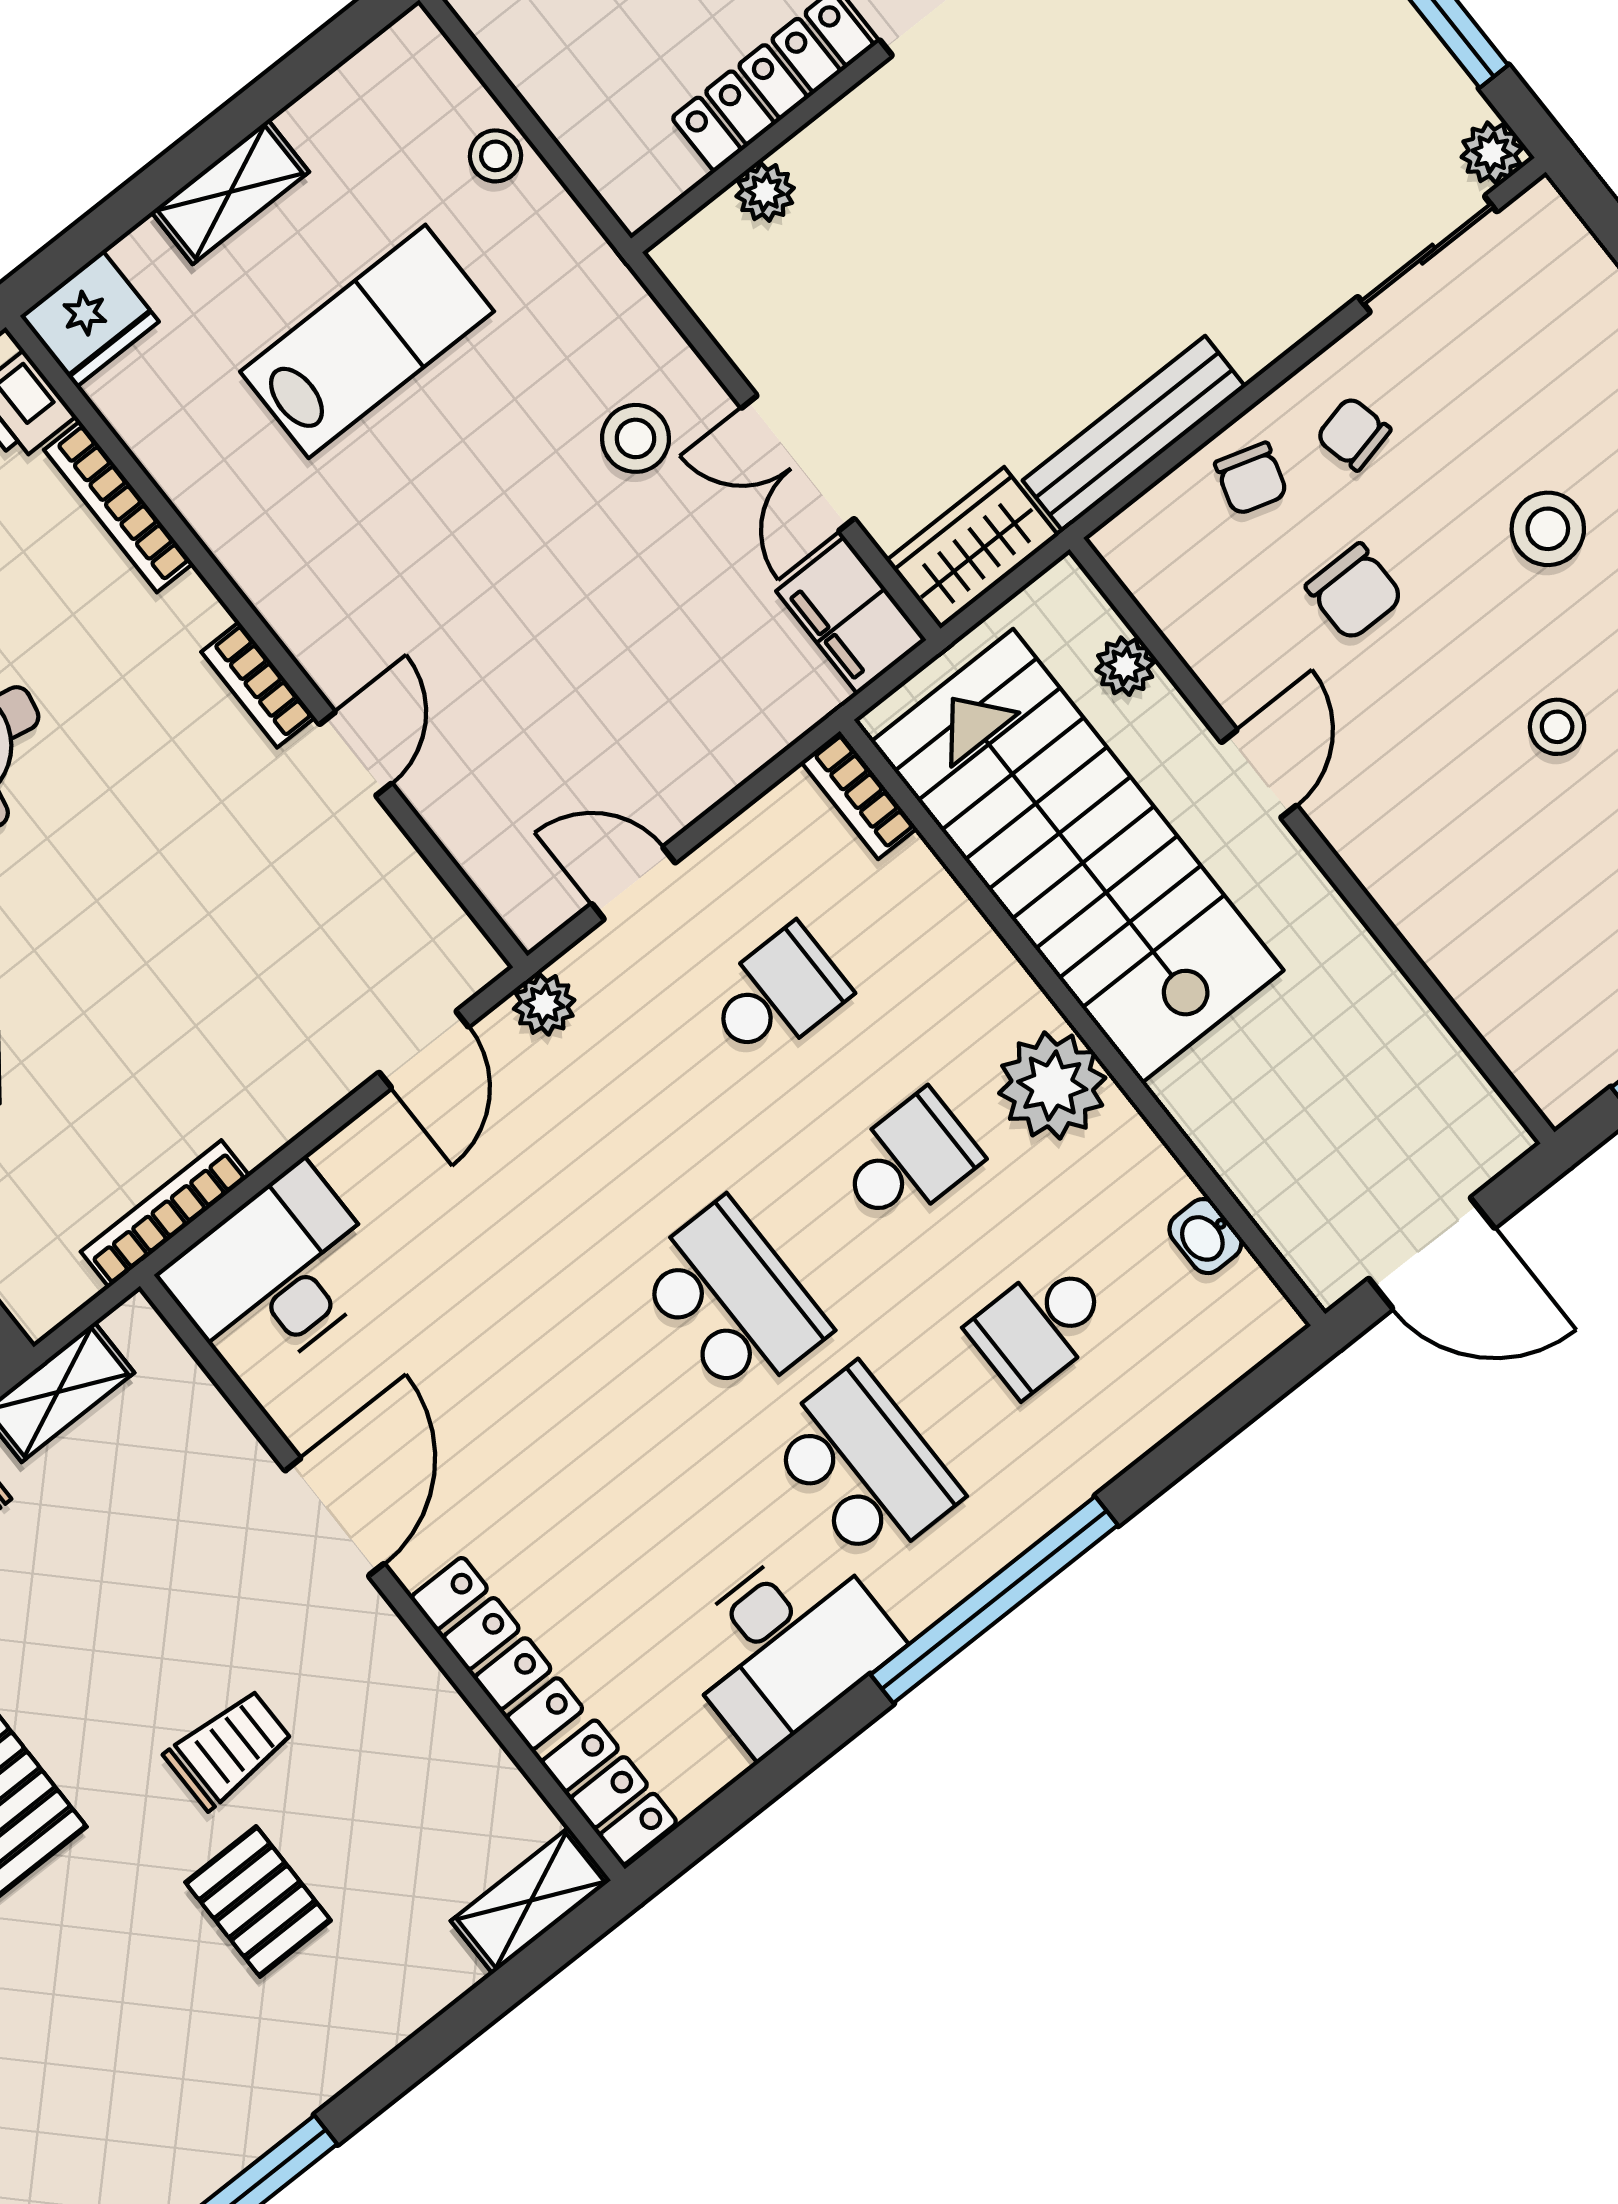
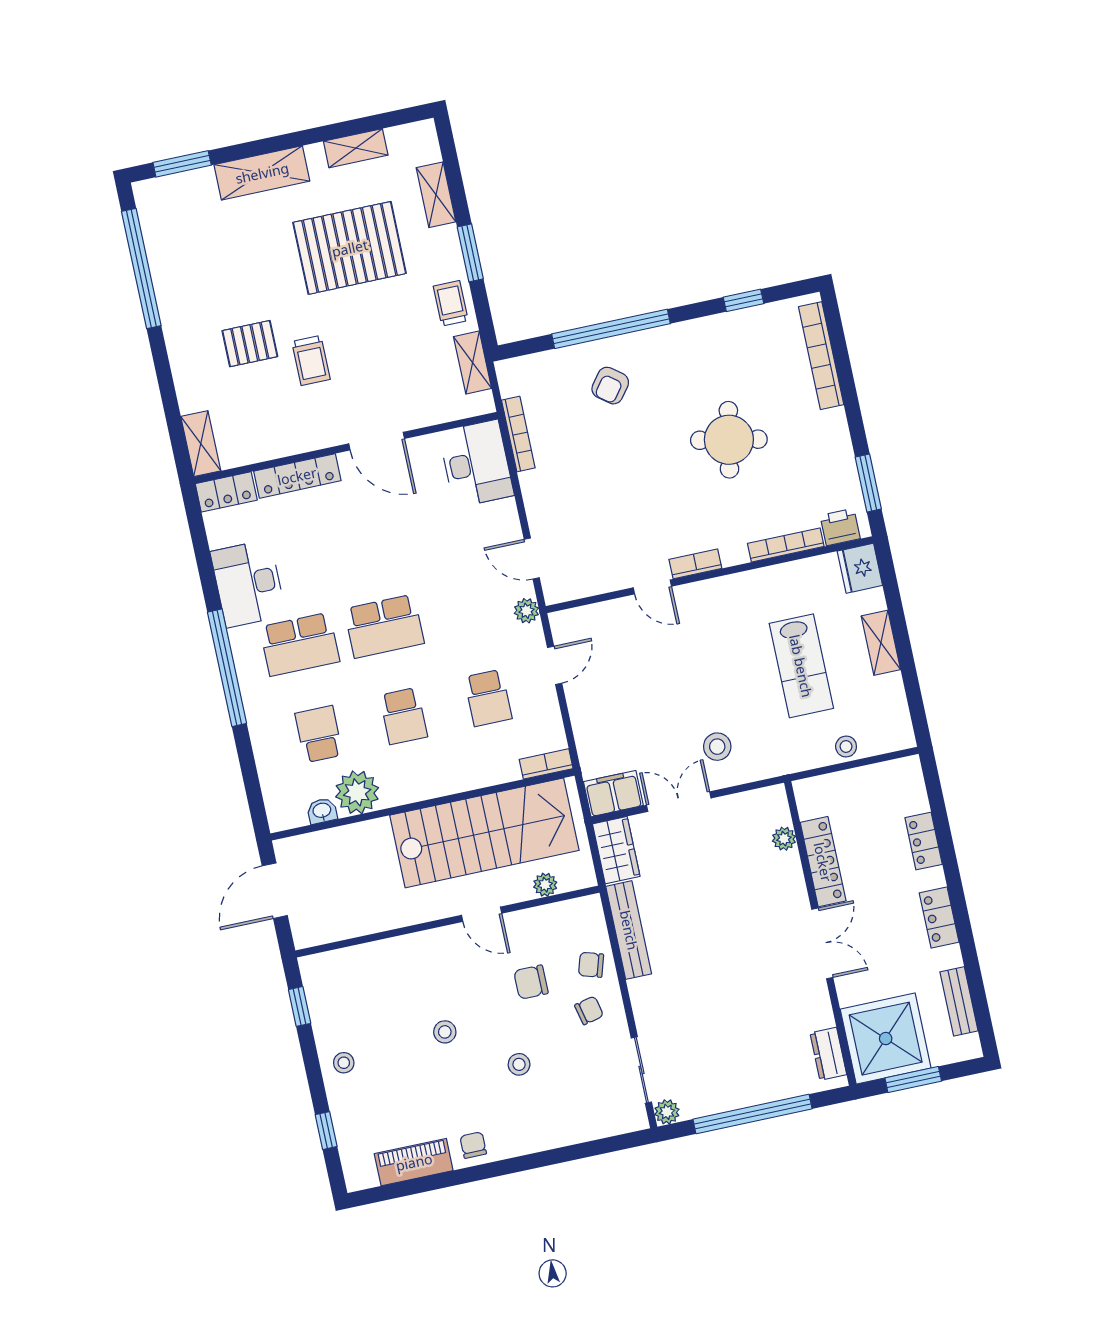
stool: (1548, 529) -> (519, 1064), width x0.73, depth x0.73
plant: (1052, 1085) -> (357, 792), moved

